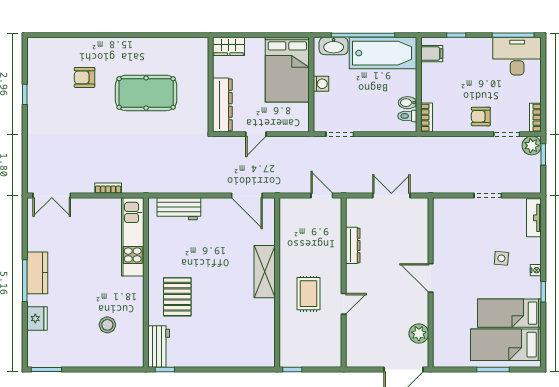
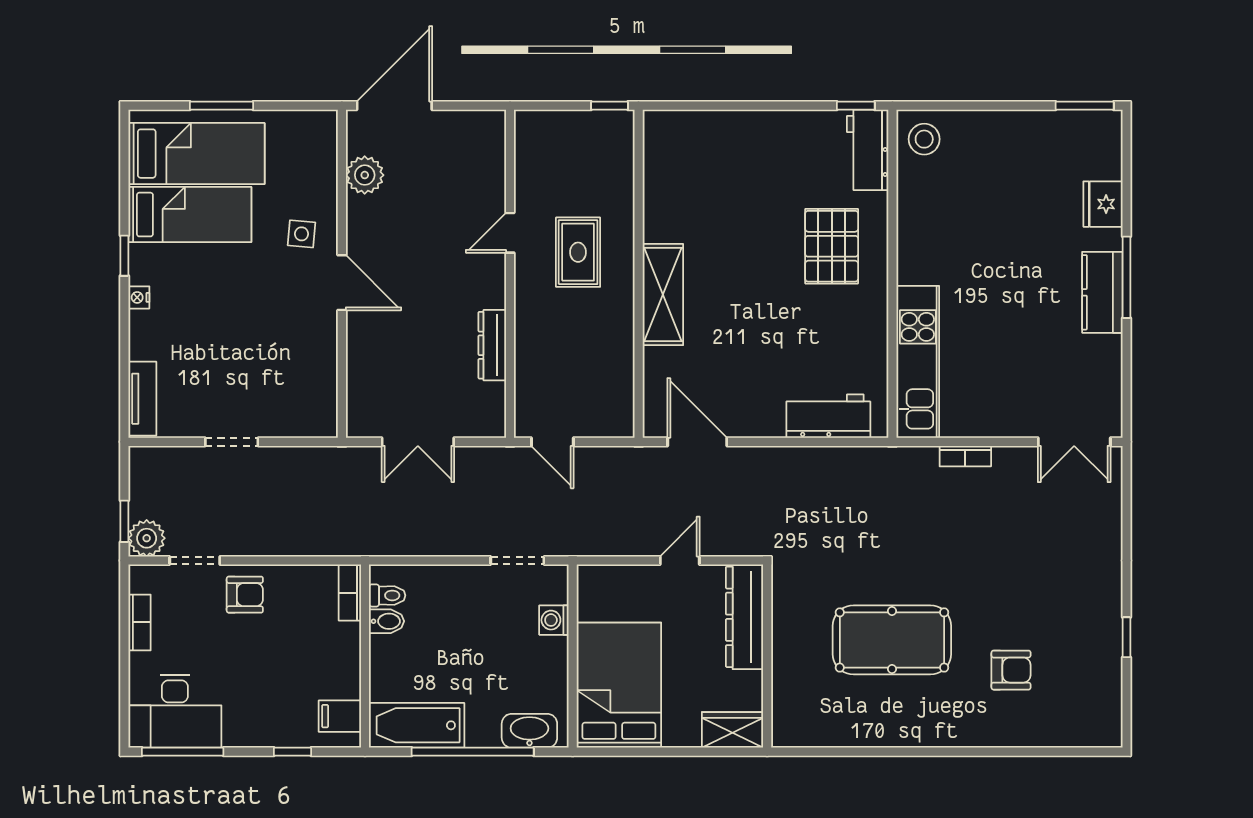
bathtub: (383, 53) -> (417, 725), width x0.73, depth x0.73
washing machine: (321, 84) -> (554, 620), moved
bookcase: (535, 118) -> (139, 622), moved
double door: (52, 195) -> (1074, 442), swing flipped
side table: (501, 258) -> (302, 234), moved
stool: (107, 325) -> (924, 139), moved

